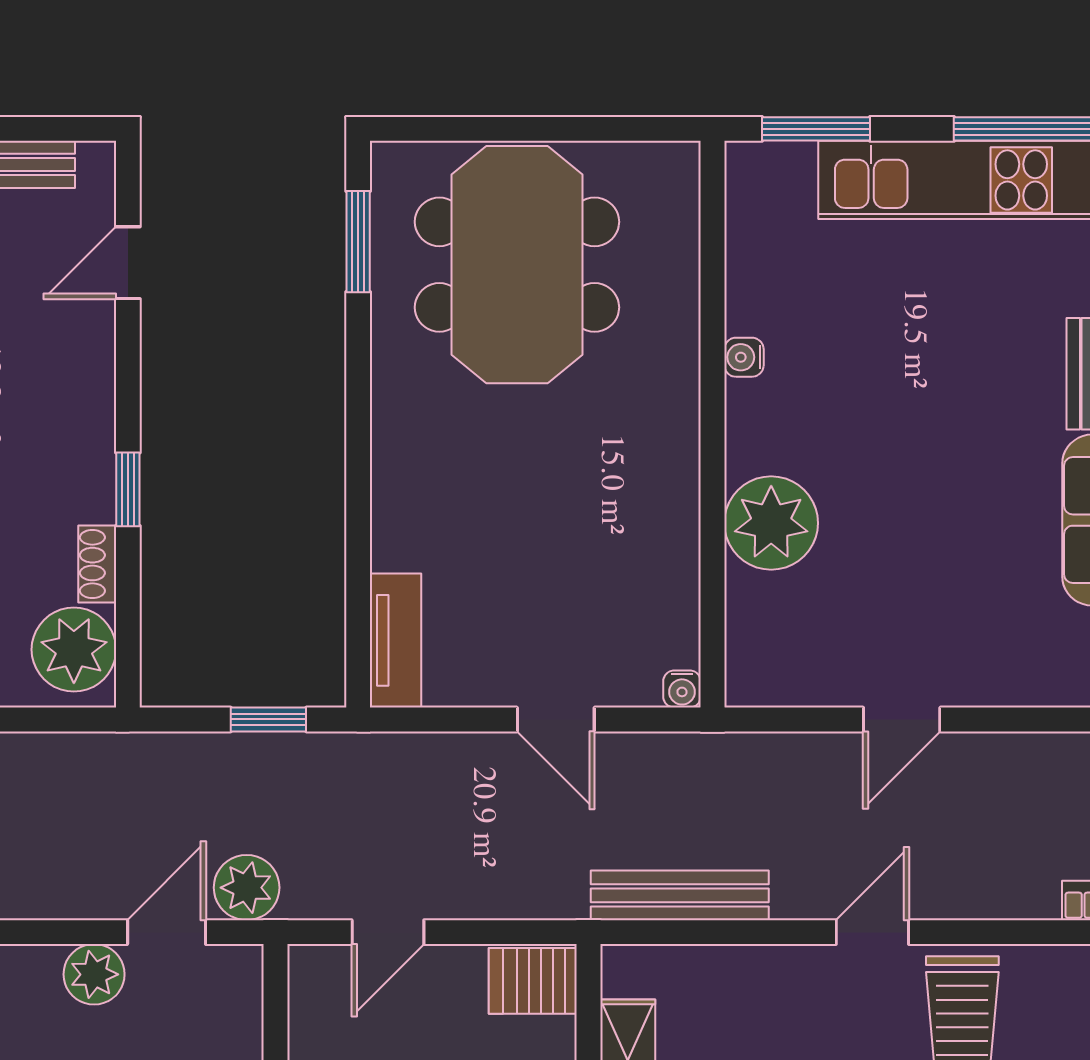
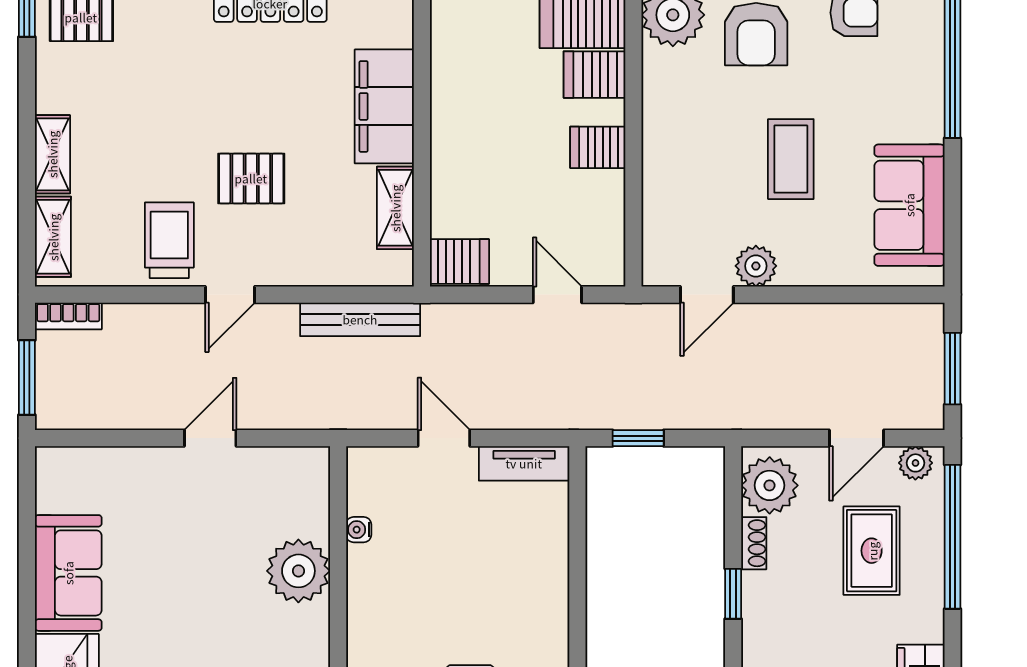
tv unit: (396, 640) -> (524, 463), moved, turned -90
water cooler: (682, 689) -> (359, 530), moved, turned -90
plant: (247, 888) -> (653, 325), removed
door: (388, 932) -> (557, 295), hinge flipped

